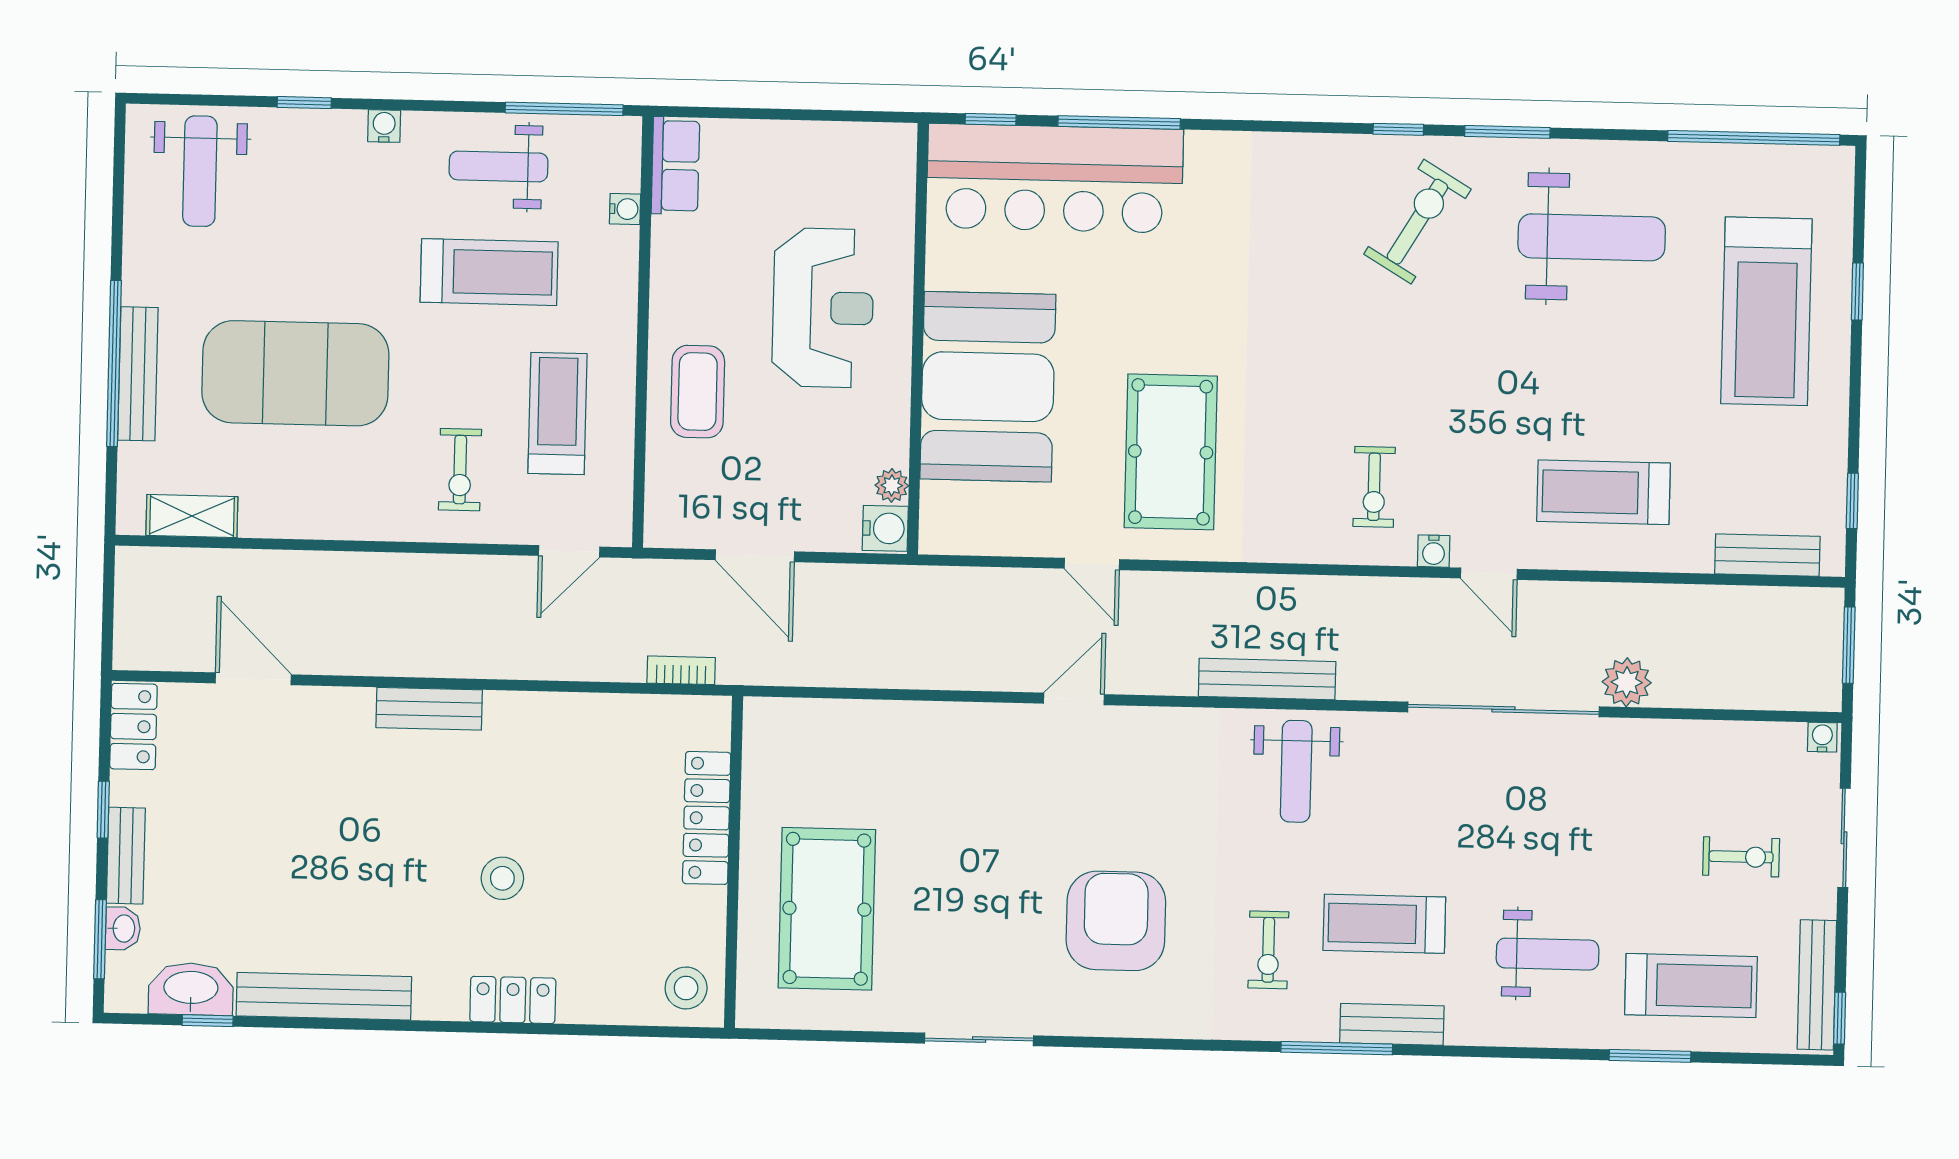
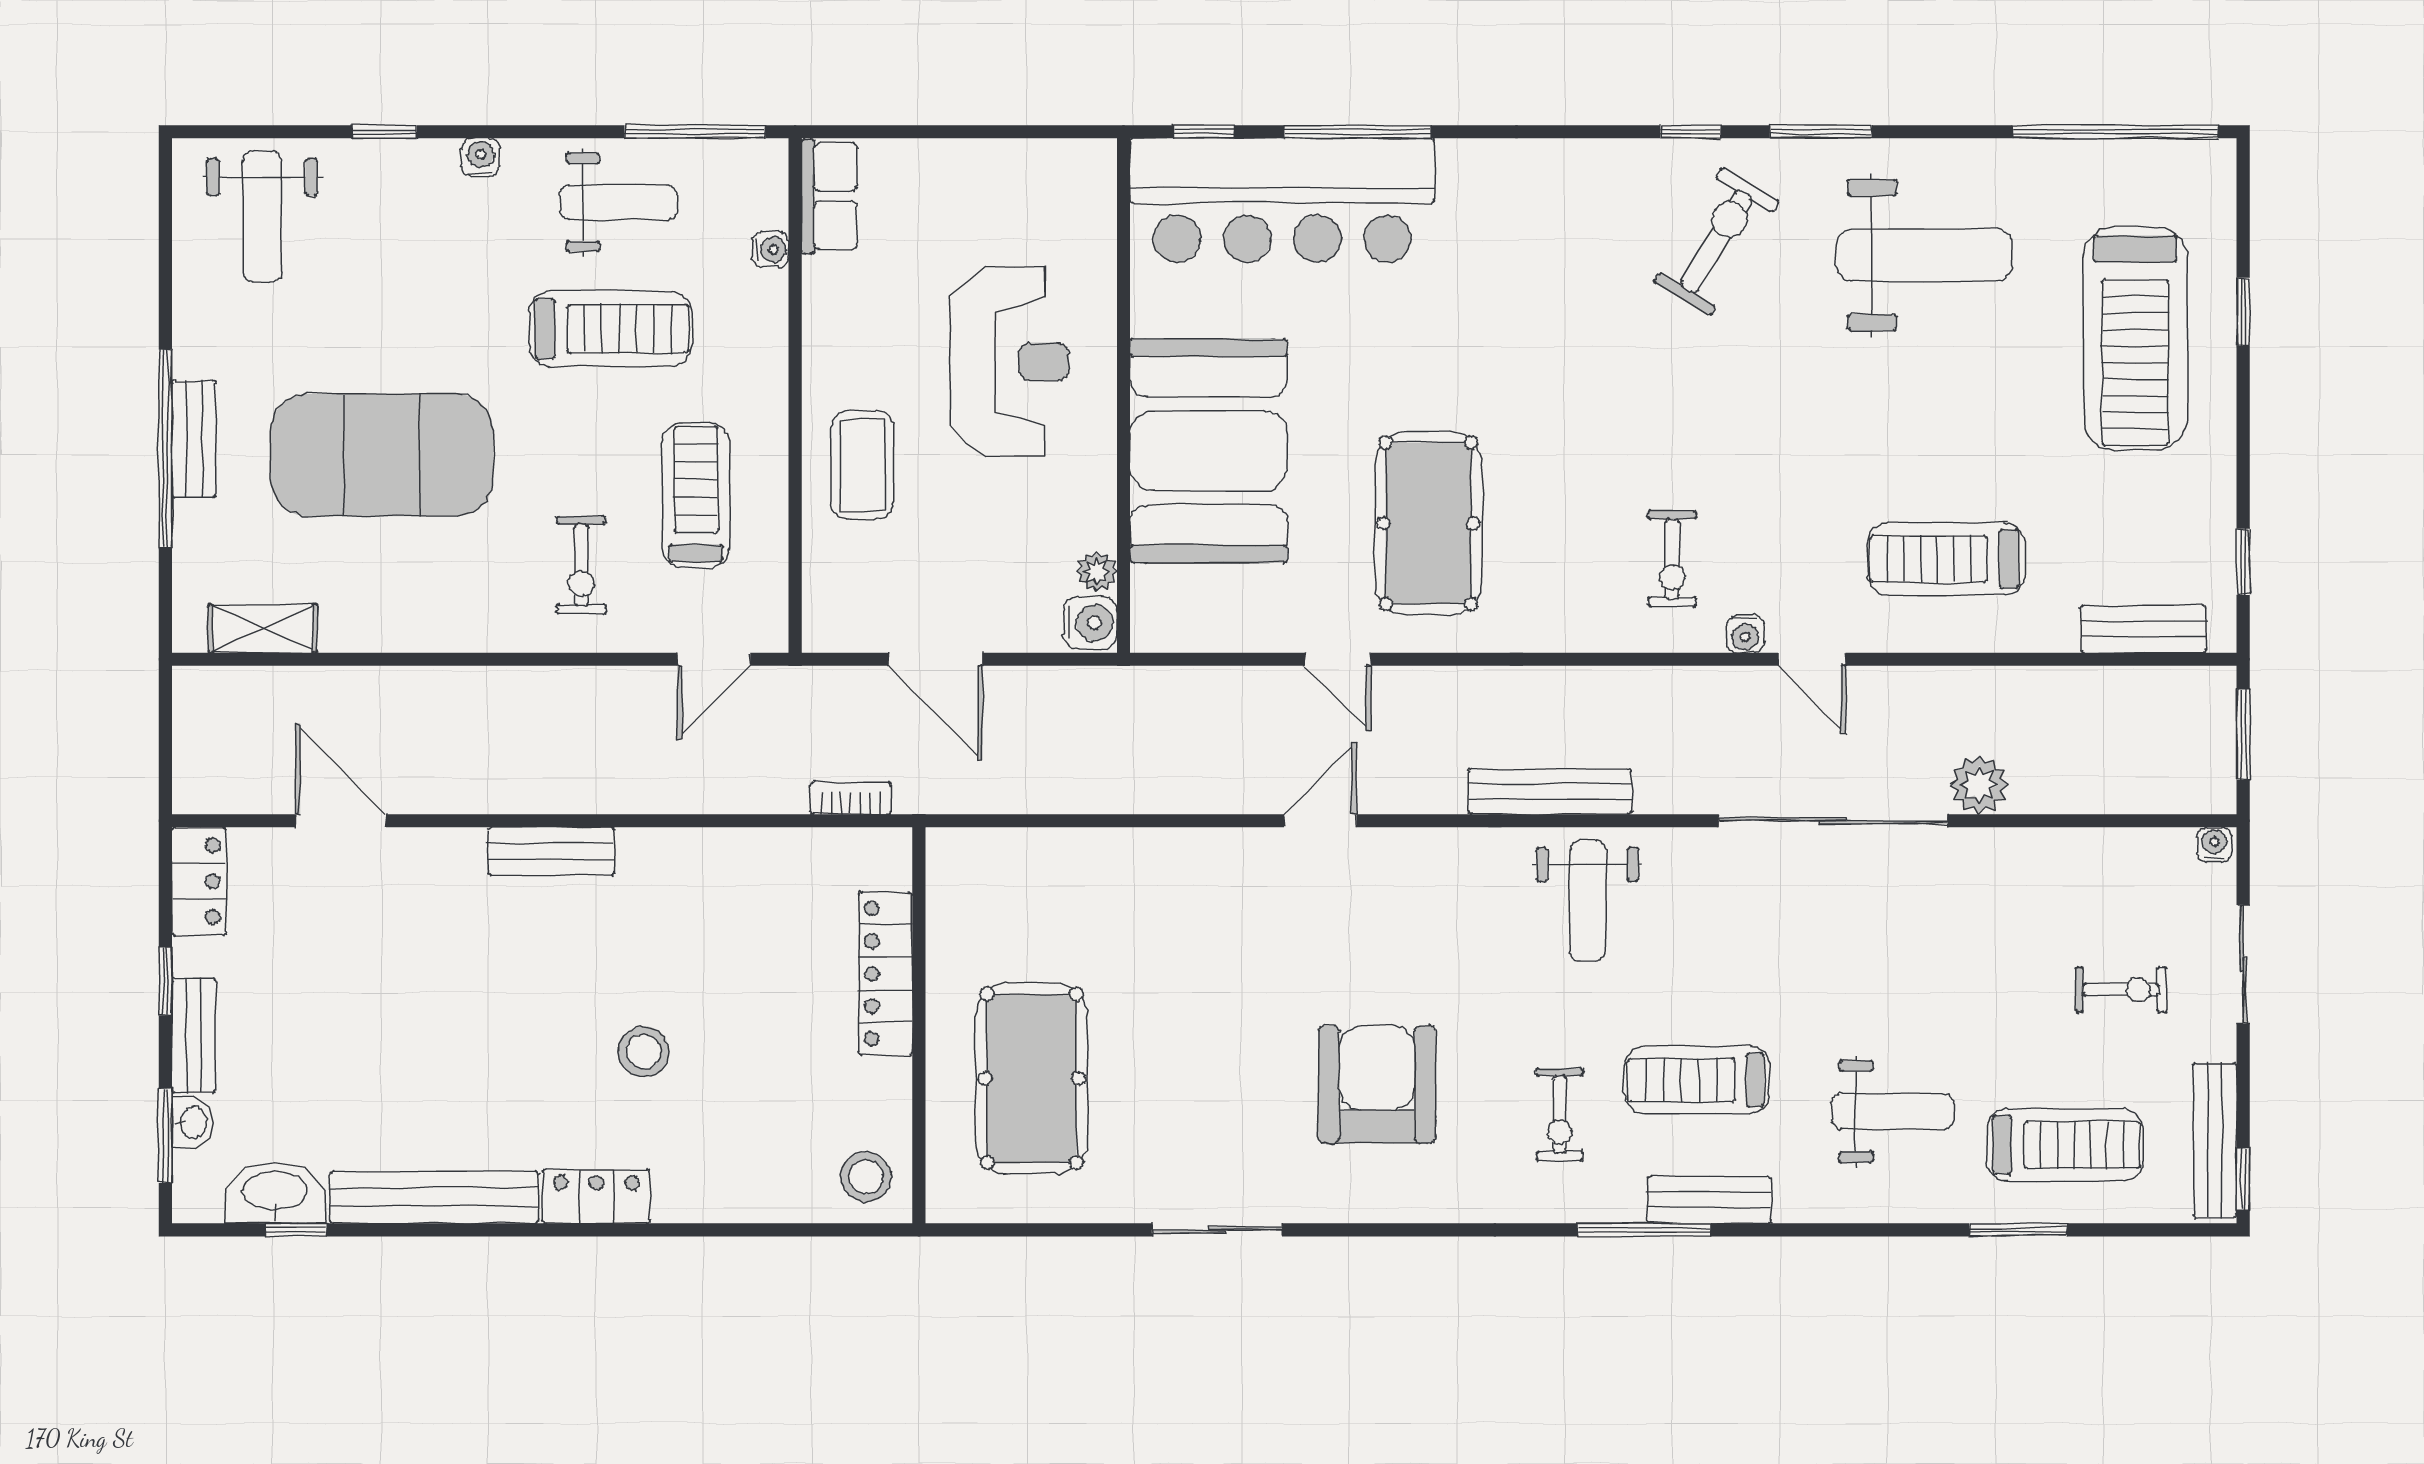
weight bench: (499, 166) -> (618, 202), turned 180
bench: (138, 374) -> (194, 439), width x0.73
locker: (513, 1000) -> (596, 1196), moved

